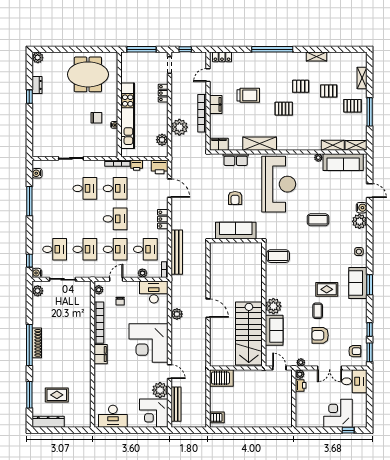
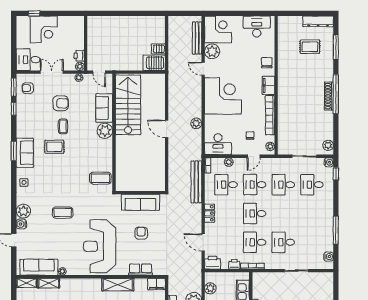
chair: (102, 378) -> (267, 63), added
server rack: (217, 417) -> (158, 49), moved

